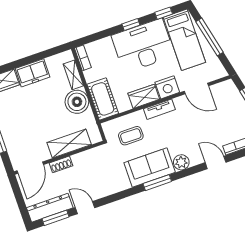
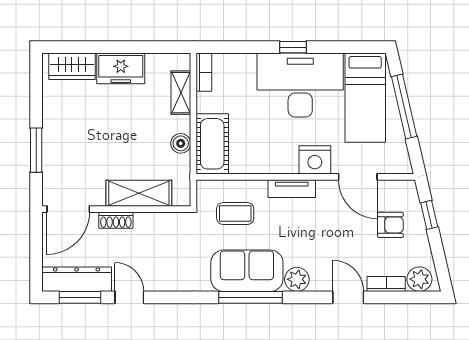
window: (164, 13) -> (348, 47), removed
wardrobe: (144, 96) -> (275, 161), removed
boiler: (77, 102) -> (181, 143), width x0.54, depth x0.54
armchair: (226, 110) -> (390, 225), added
window: (157, 183) -> (251, 297), width x1.44

